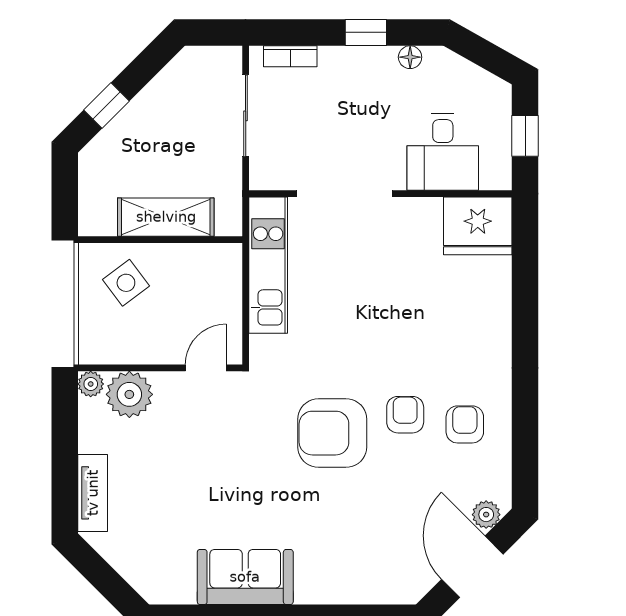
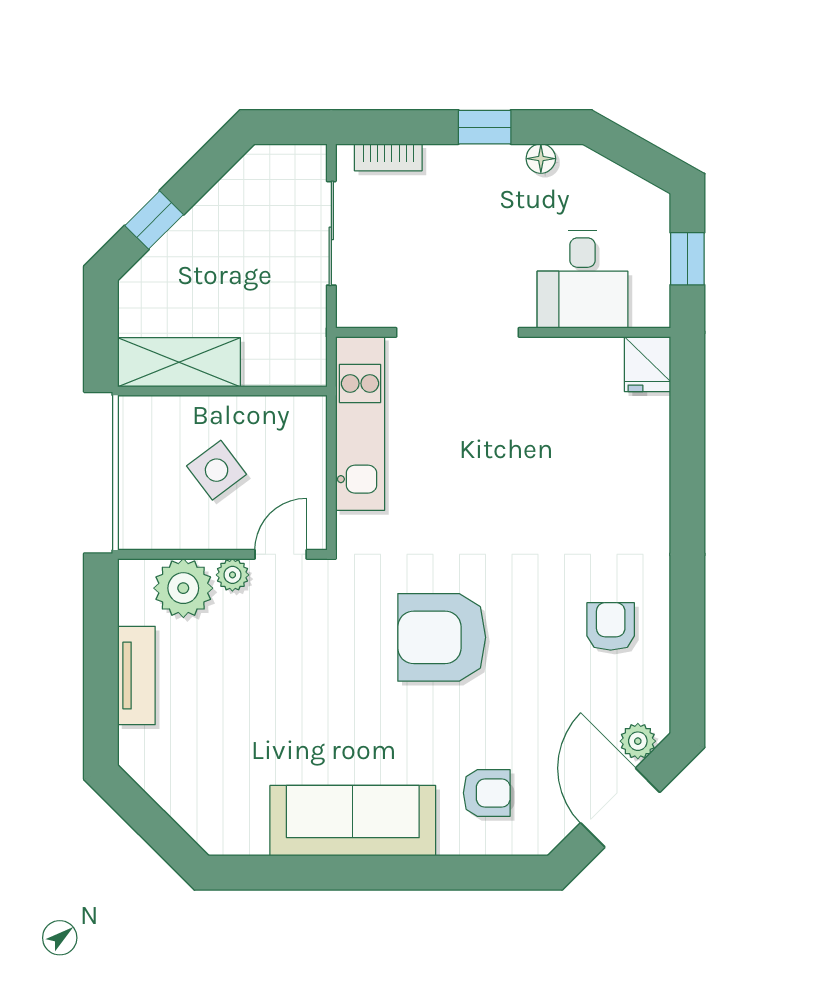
shelving: (166, 217) -> (179, 362), moved
fridge: (478, 226) -> (647, 364), width x0.53, depth x0.75
side table: (126, 283) -> (217, 470), moved
plant: (91, 384) -> (232, 575), moved
armchair: (405, 415) -> (487, 793), moved, turned 90
tv unit: (93, 493) -> (136, 675), moved
sofa: (245, 577) -> (353, 821), width x1.36

